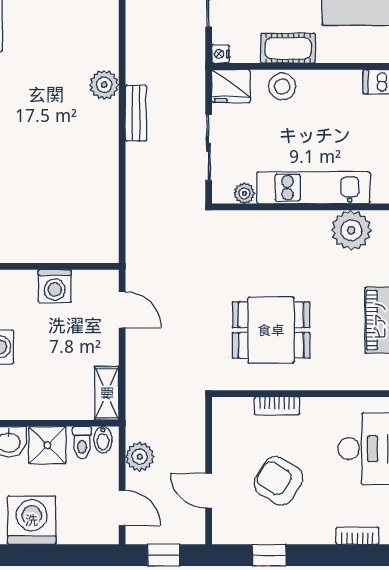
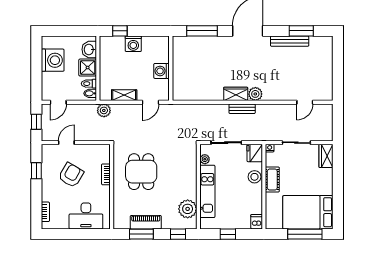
wardrobe: (104, 127) -> (236, 94), added
shelving: (107, 393) -> (124, 95), moved
plant: (140, 457) -> (104, 110), moved

